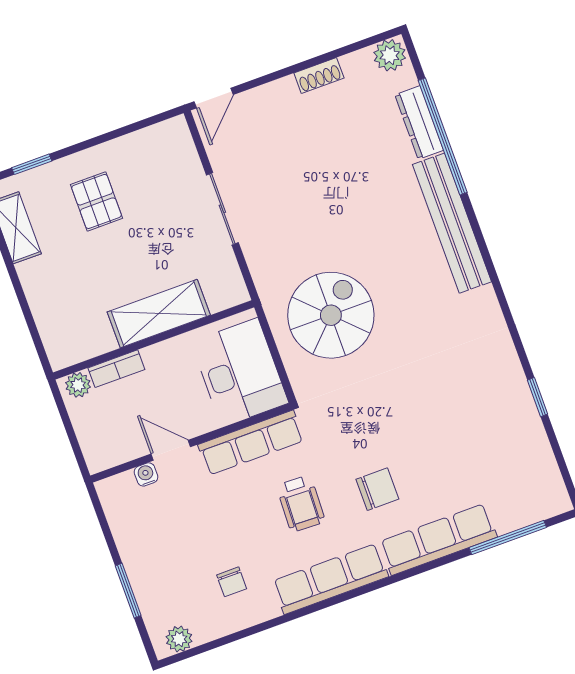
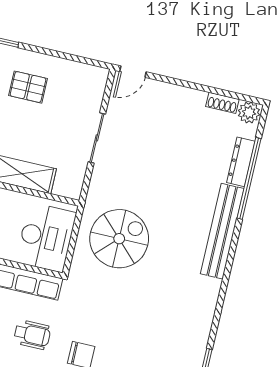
shoe rack: (319, 75) -> (222, 103), moved
pallet: (97, 201) -> (28, 87), turned 90
wheelchair: (301, 504) -> (32, 335), turned -92

